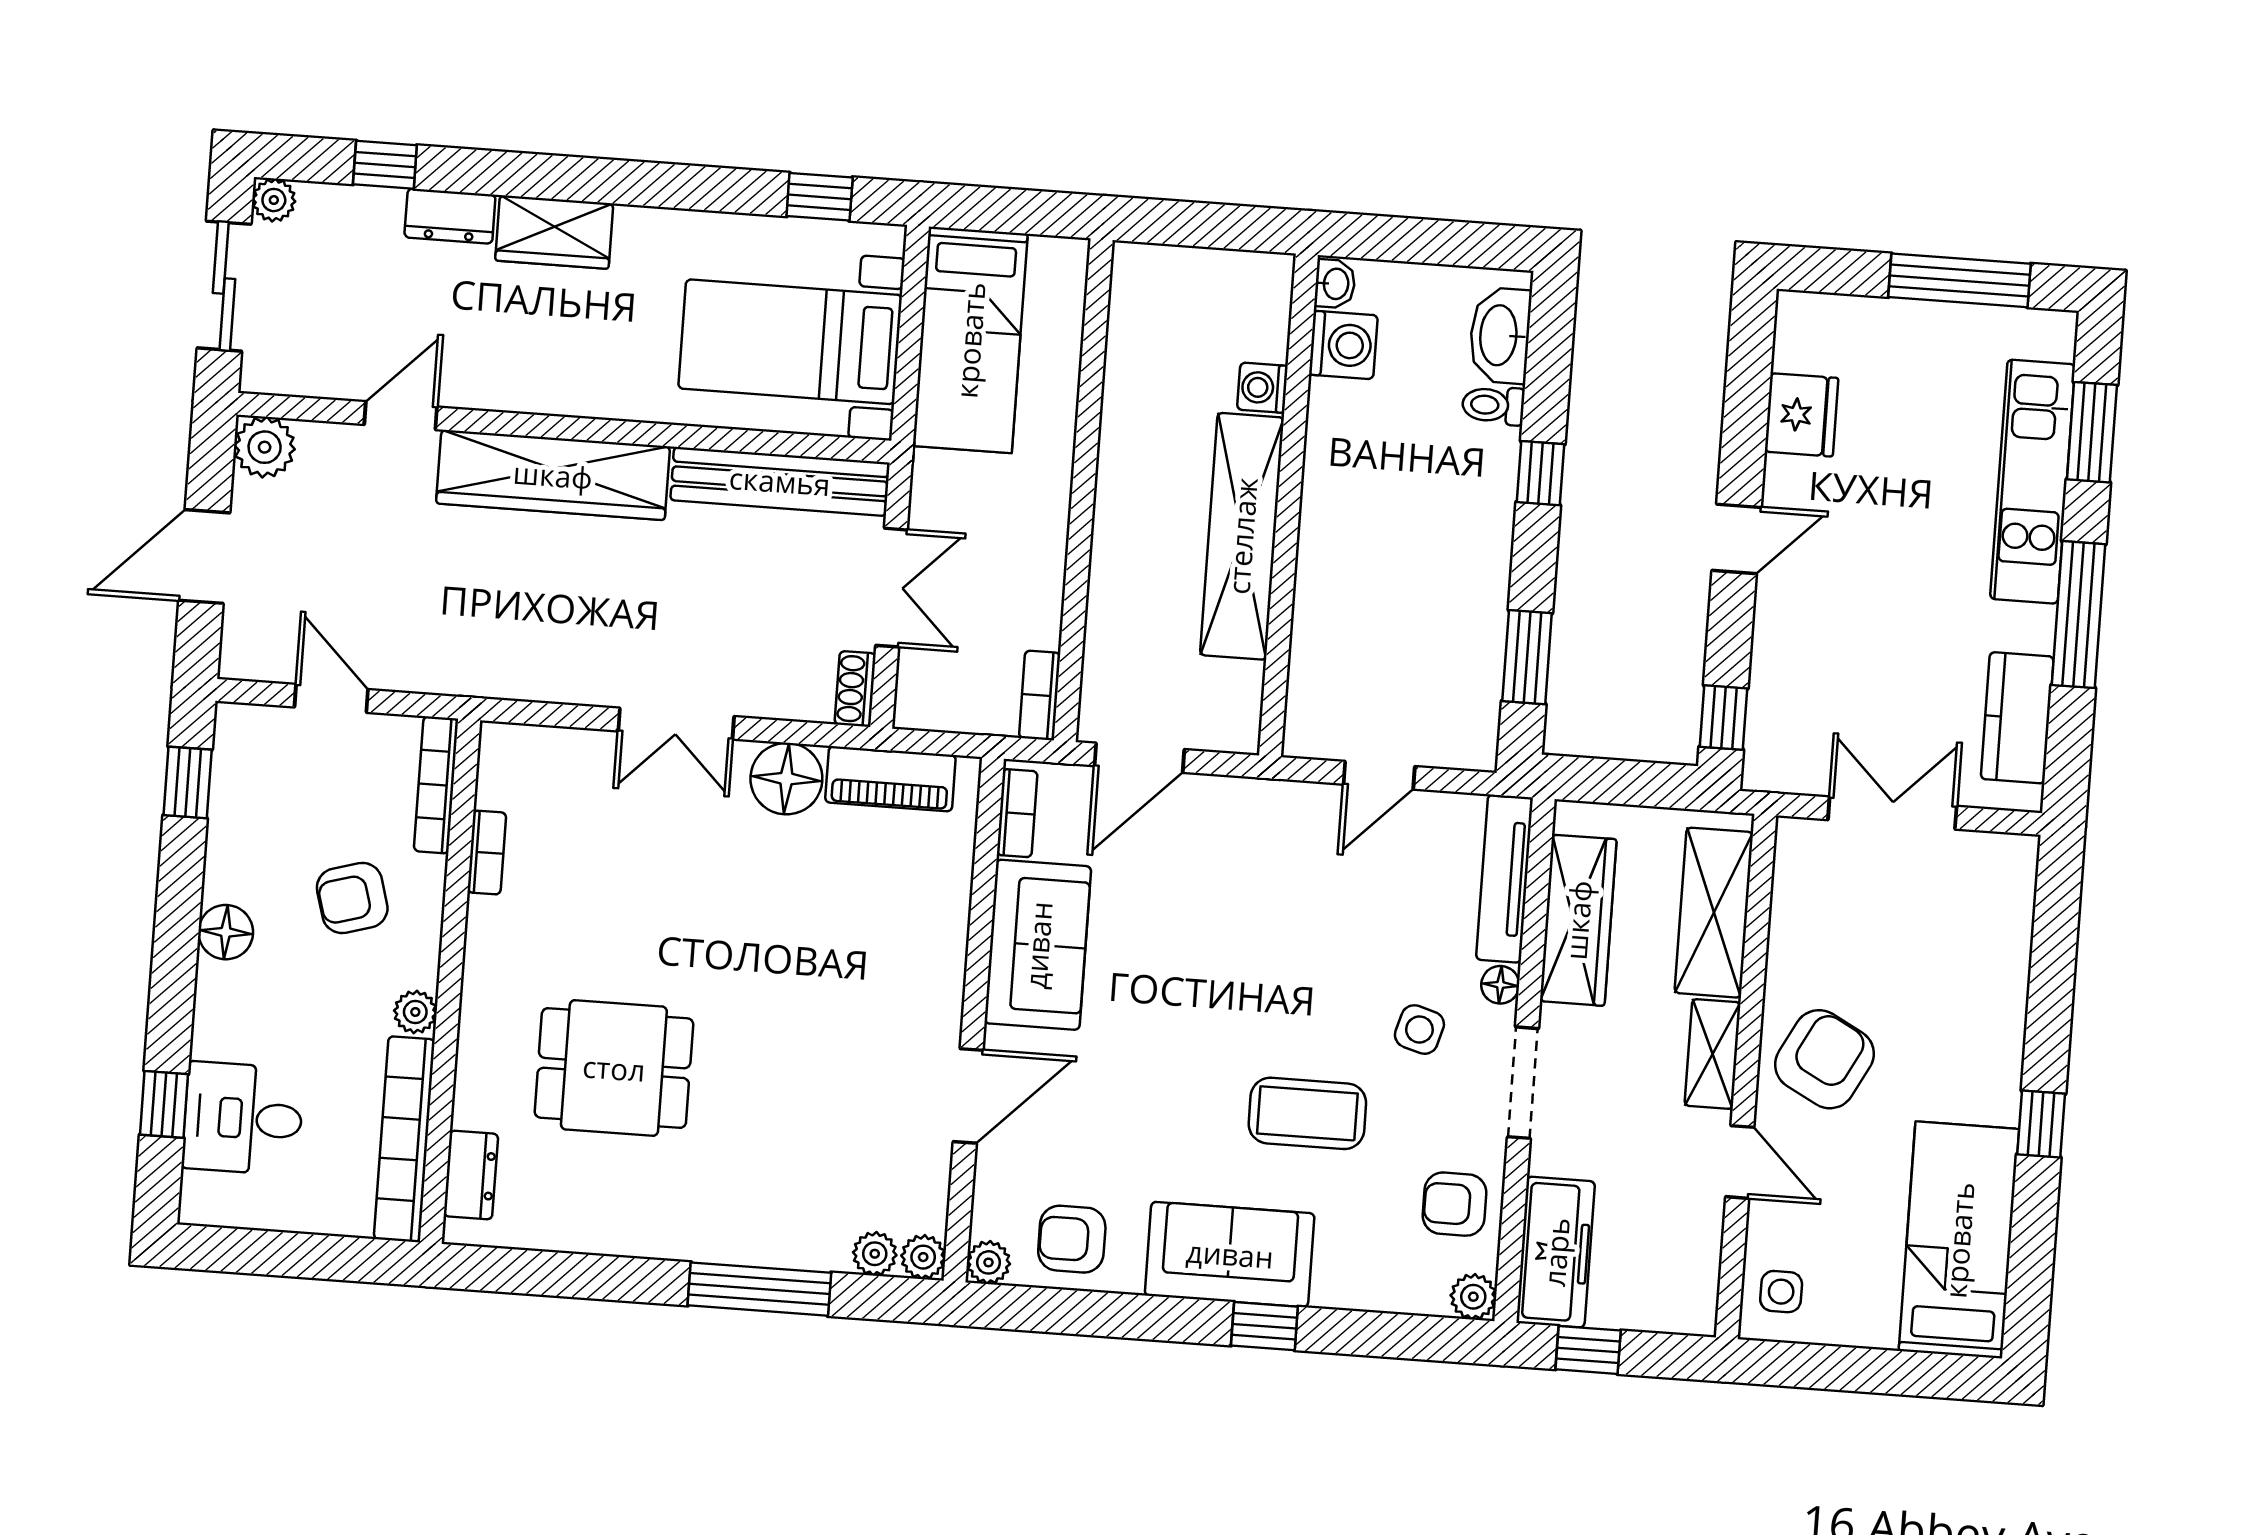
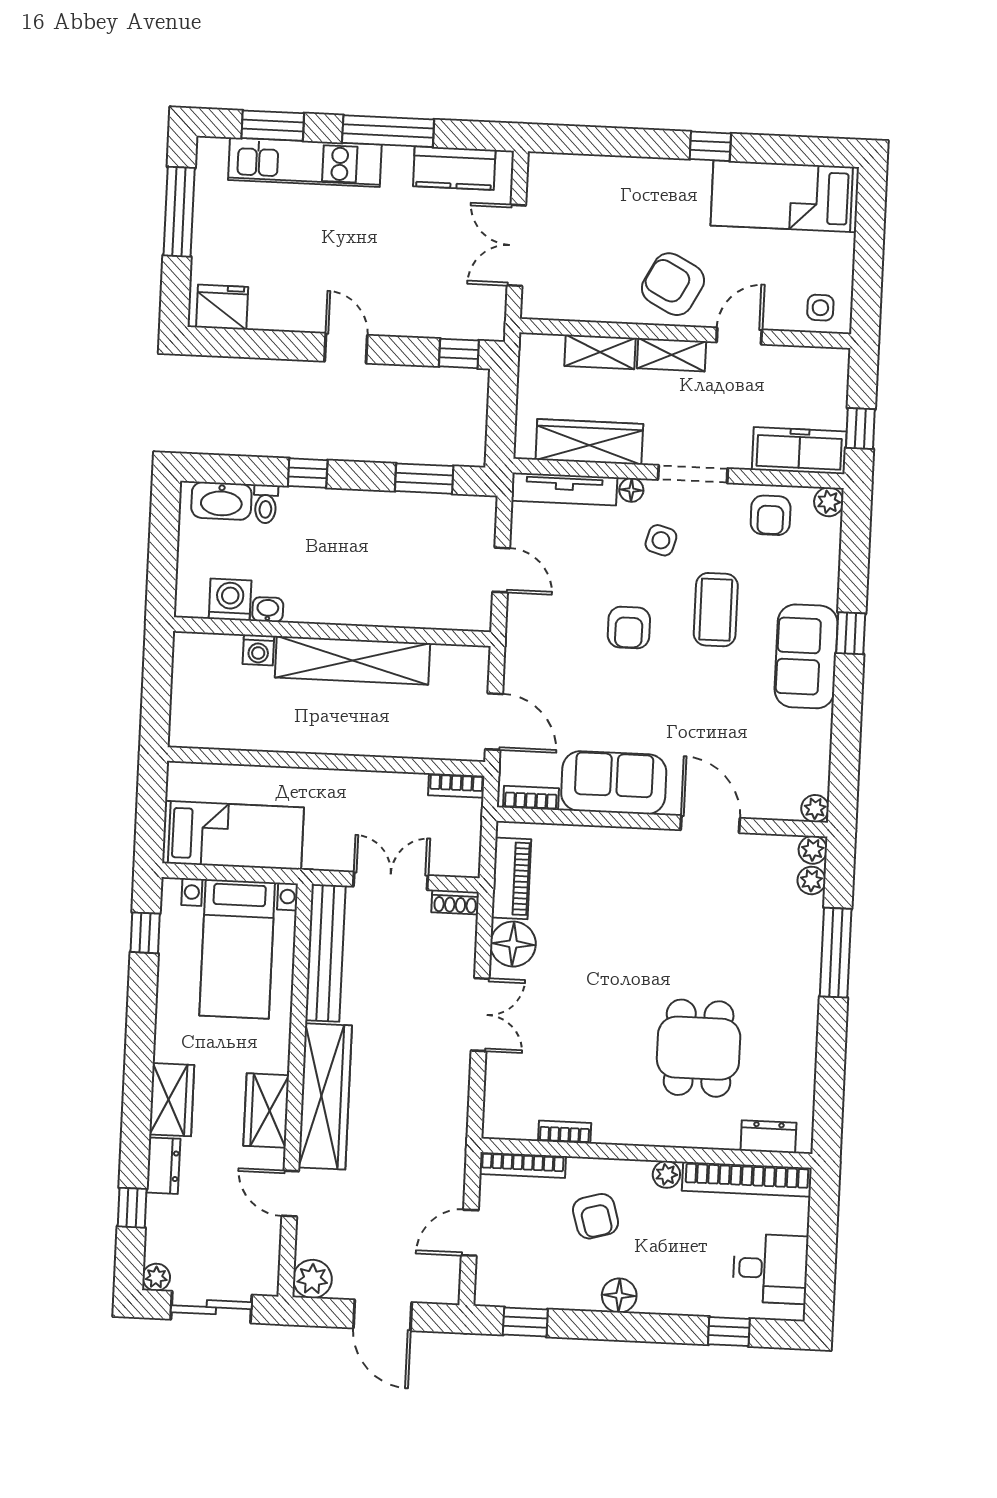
washbasin: (1335, 284) -> (268, 610), moved
wardrobe: (533, 381) -> (266, 1110), added
fridge: (1802, 415) -> (222, 307), moved
shelving: (1714, 913) -> (600, 352), width x0.67, depth x0.75
desk: (243, 1118) -> (770, 1269), moved, turned -90
armchair: (1072, 1239) -> (629, 628), moved

